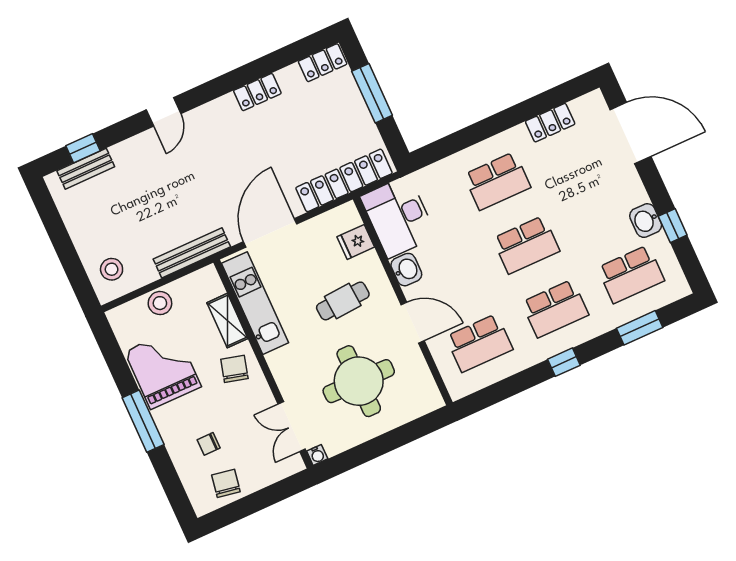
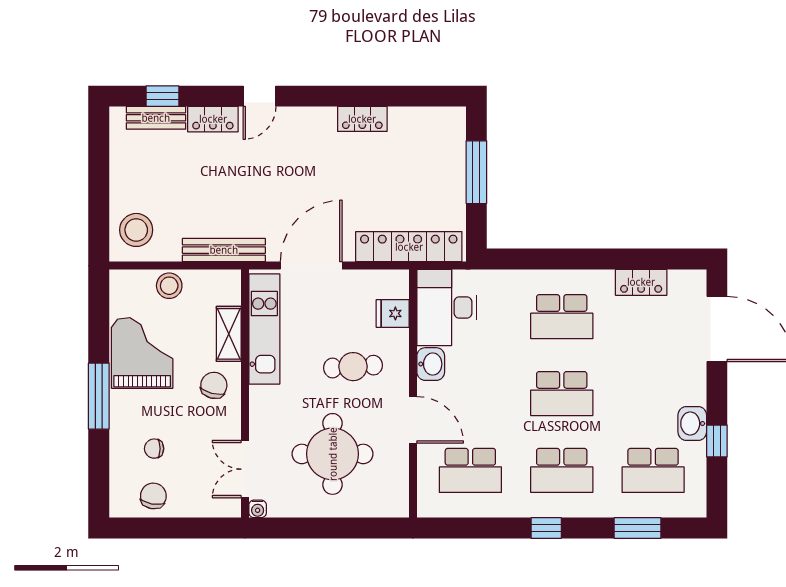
locker: (323, 63) -> (213, 119), moved
stool: (112, 269) -> (136, 230), width x1.38, depth x1.38

